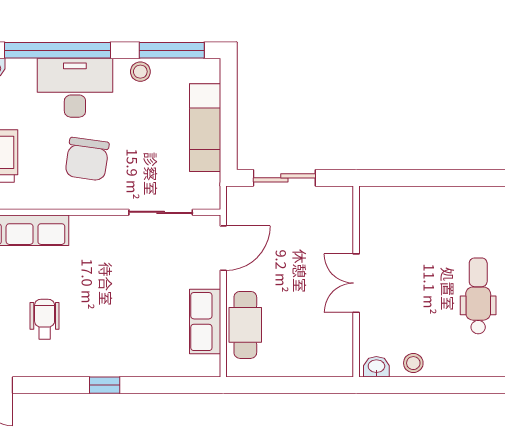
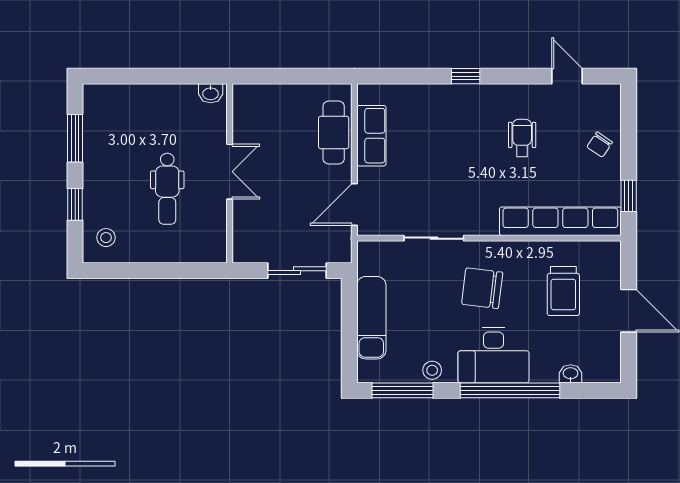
chair: (87, 159) -> (482, 288), turned -91
sliding door: (161, 212) -> (434, 238), moved
dental chair: (478, 296) -> (167, 189), moved
wheelchair: (45, 319) -> (522, 138), turned 180
stool: (413, 363) -> (106, 238), moved

